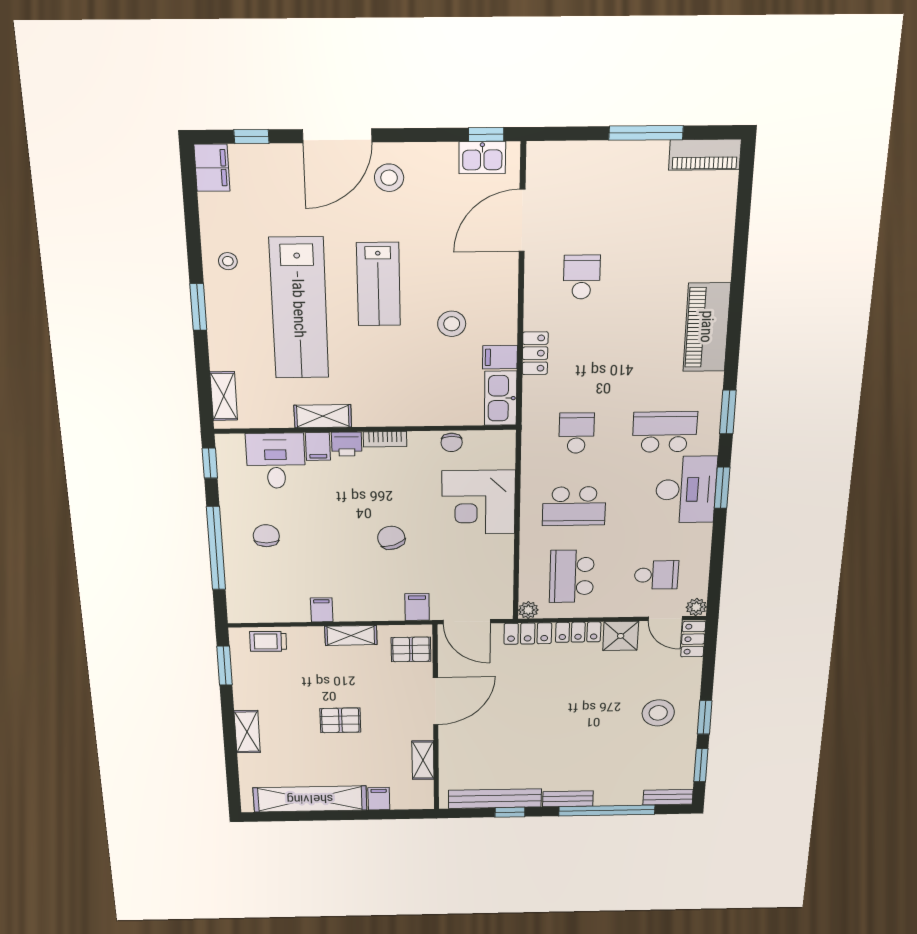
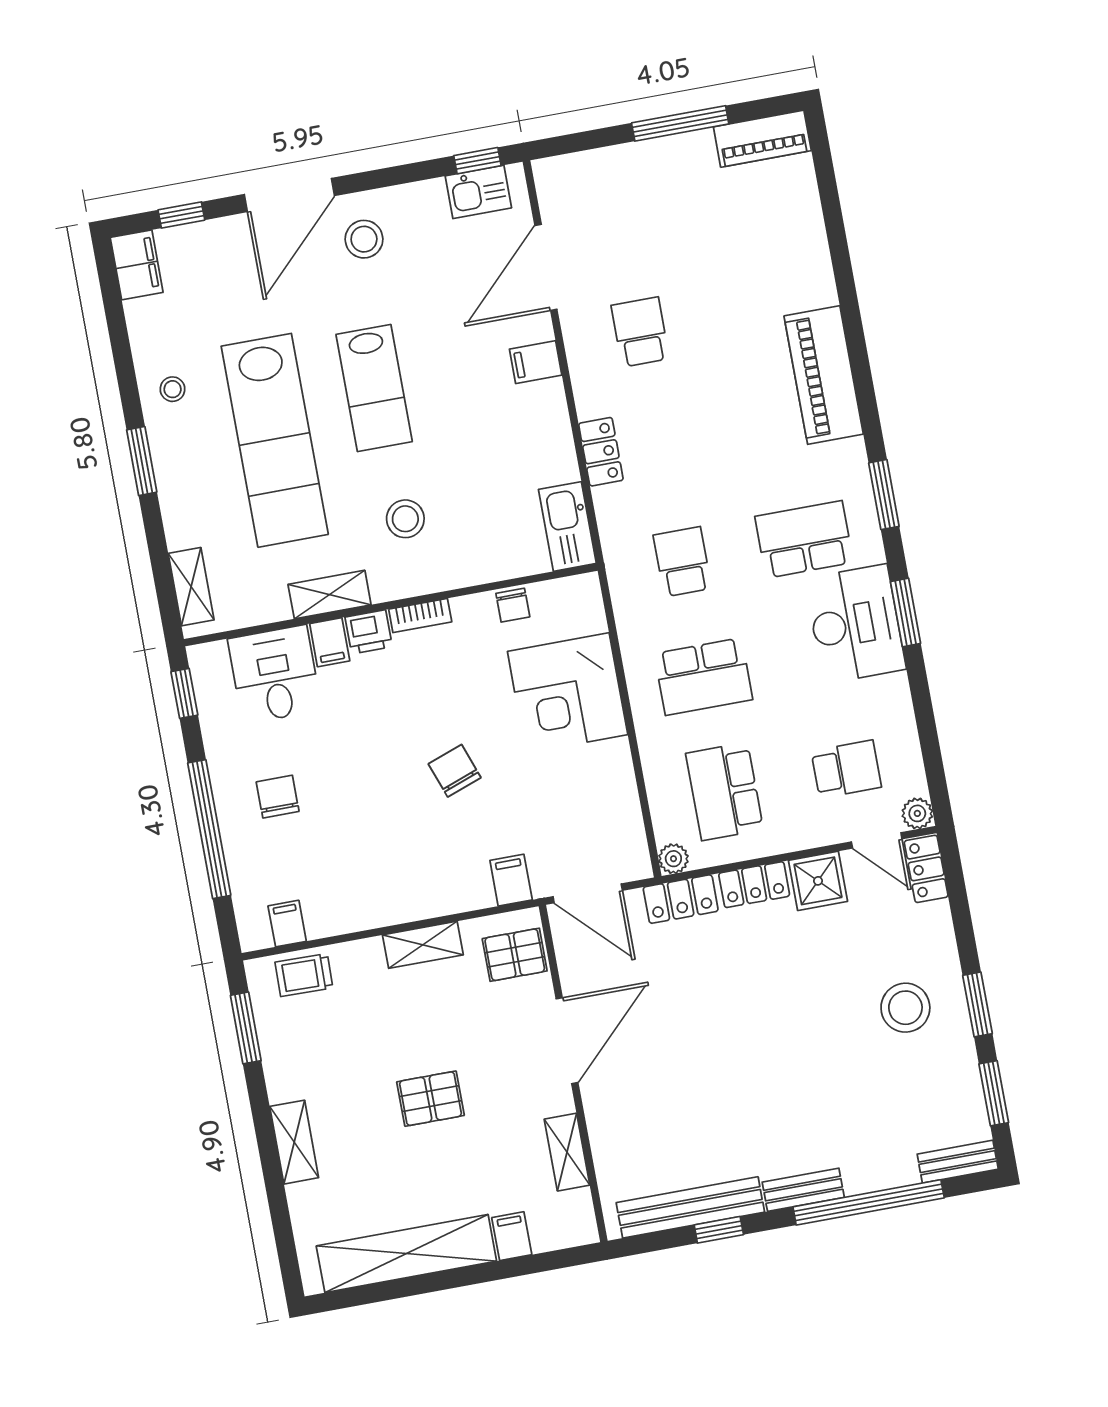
stool: (452, 324) -> (405, 519), moved
filing cabinet: (500, 357) -> (536, 362), moved
filing cabinet: (322, 610) -> (287, 924), moved

